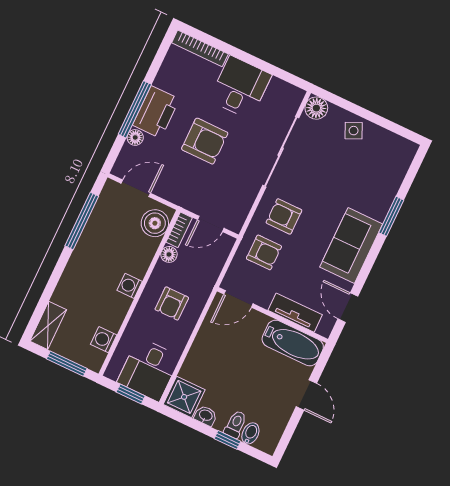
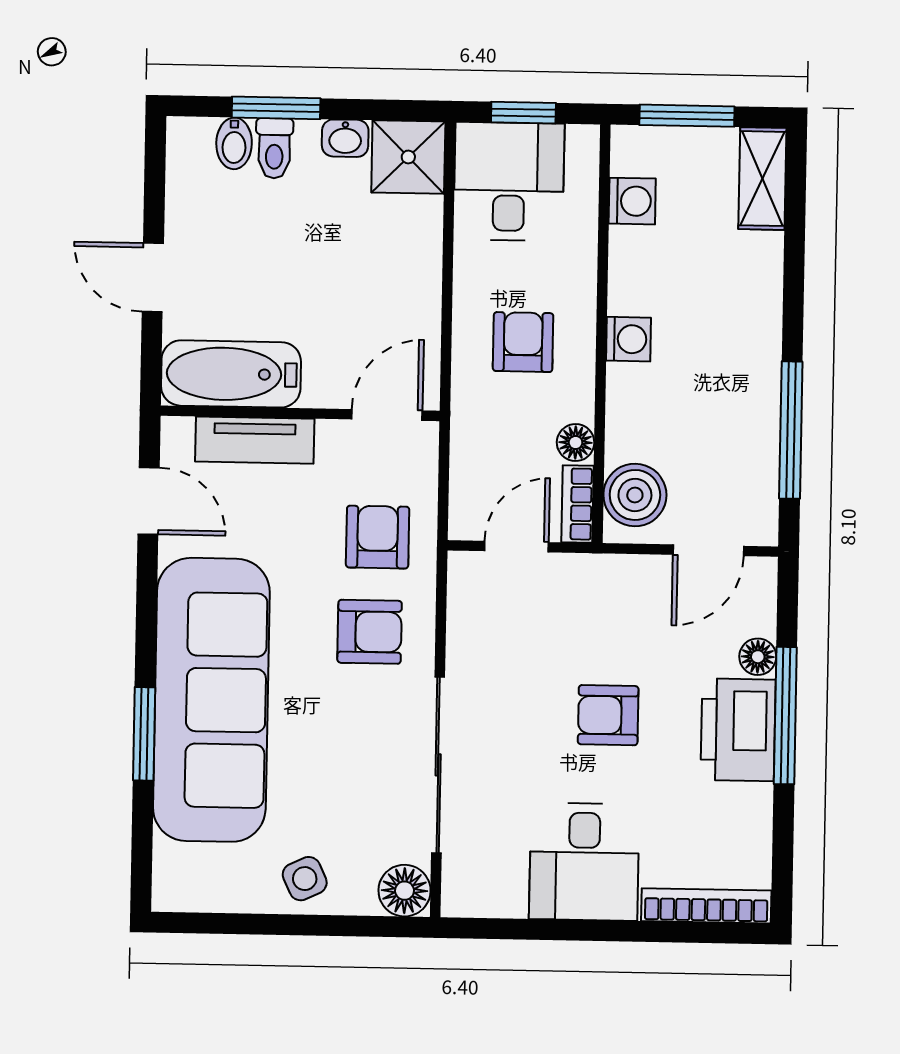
armchair: (205, 141) -> (608, 715), width x0.72, depth x0.72
sofa: (351, 245) -> (211, 700), width x1.85, depth x1.27
armchair: (264, 252) -> (378, 537), turned 90
window: (228, 440) -> (276, 108), width x1.50

